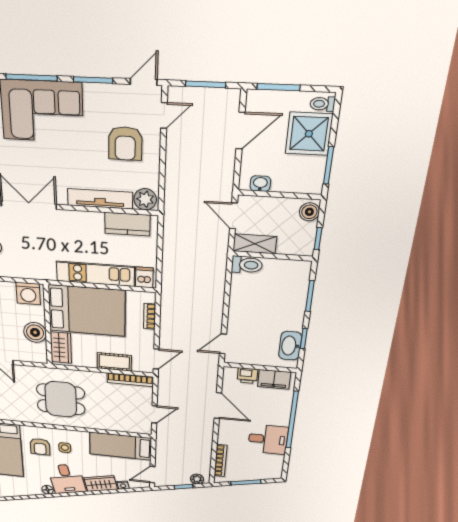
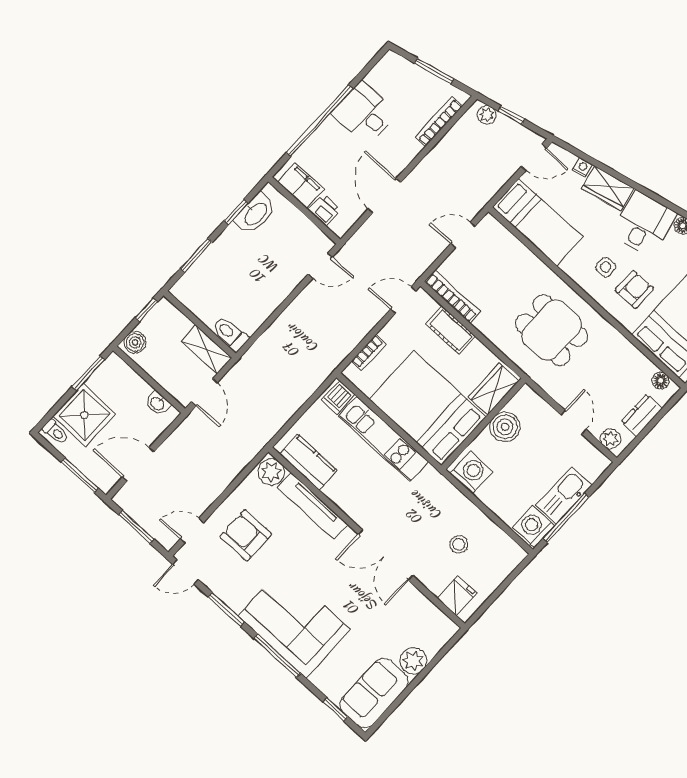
armchair: (125, 143) -> (246, 535), turned -90

